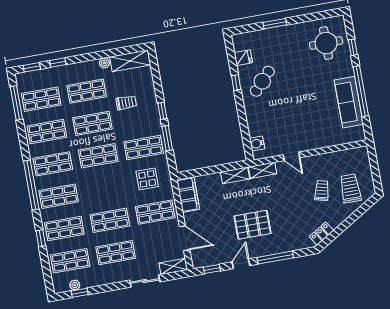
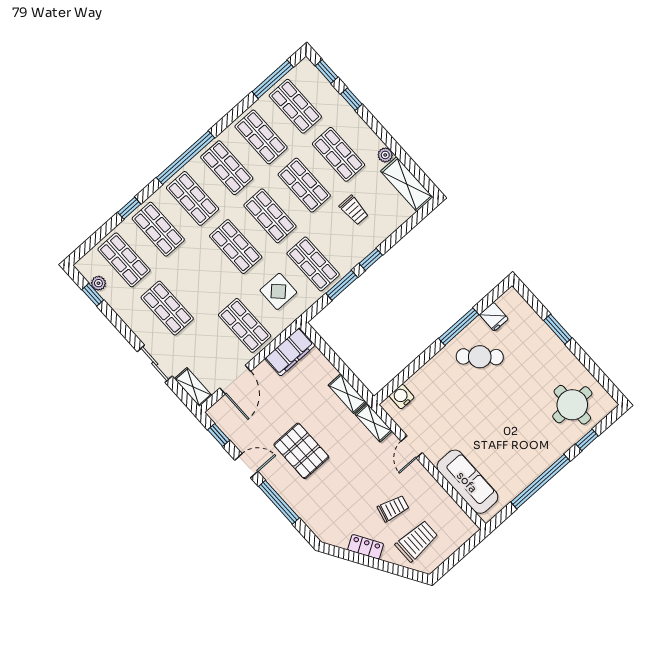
window: (236, 83) -> (459, 327), width x2.17
sofa: (349, 102) -> (467, 482), moved, turned 90
shop shelf: (110, 220) -> (236, 247), moved
locker: (321, 233) -> (366, 547), moved

